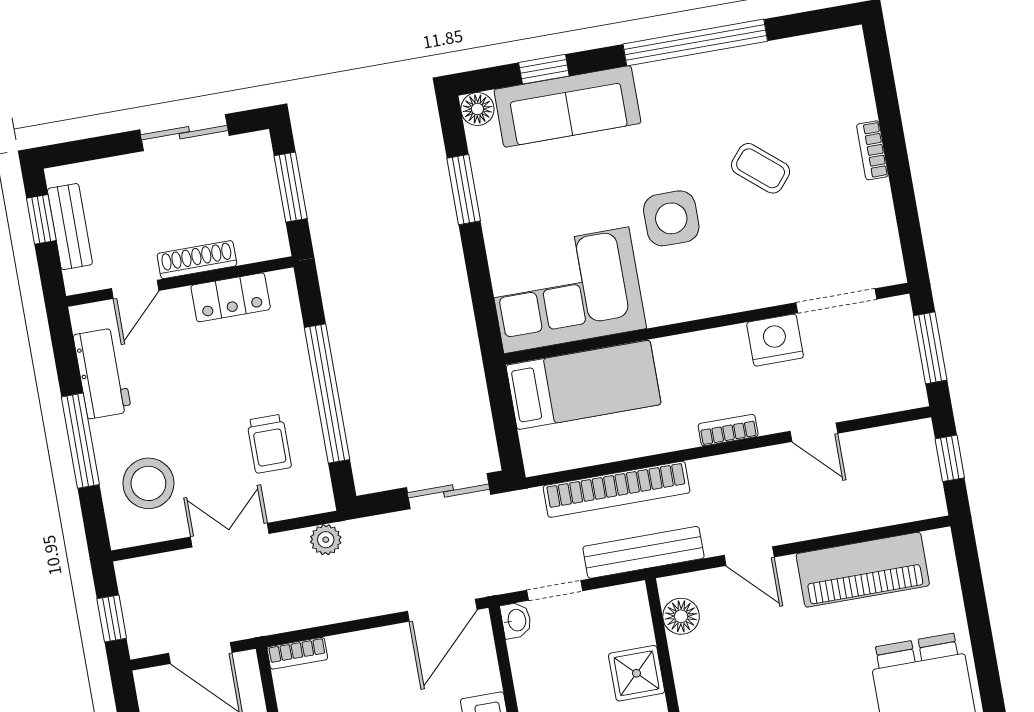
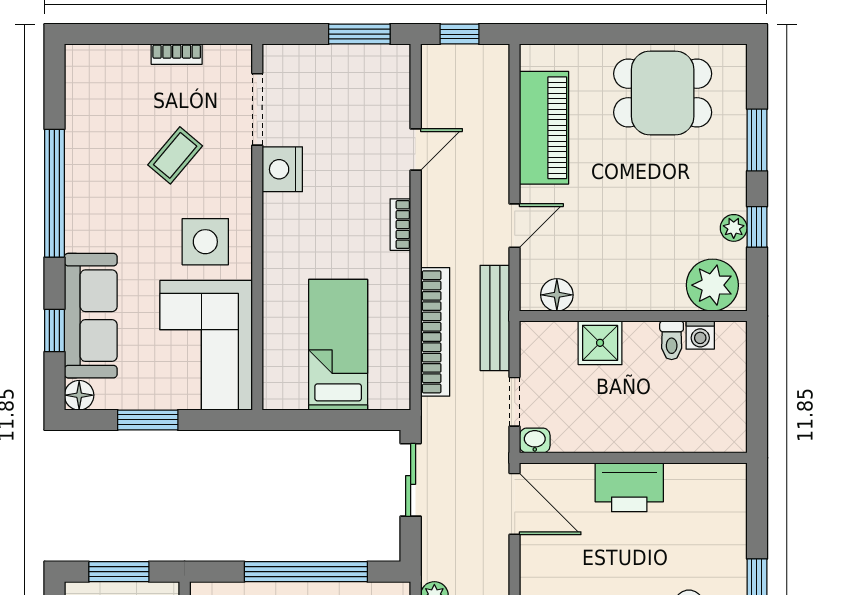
corner sofa: (566, 290) -> (206, 345), moved
doorway: (836, 301) -> (257, 109), moved
wall: (707, 324) -> (257, 227), moved
nightstand: (775, 340) -> (282, 169), moved

